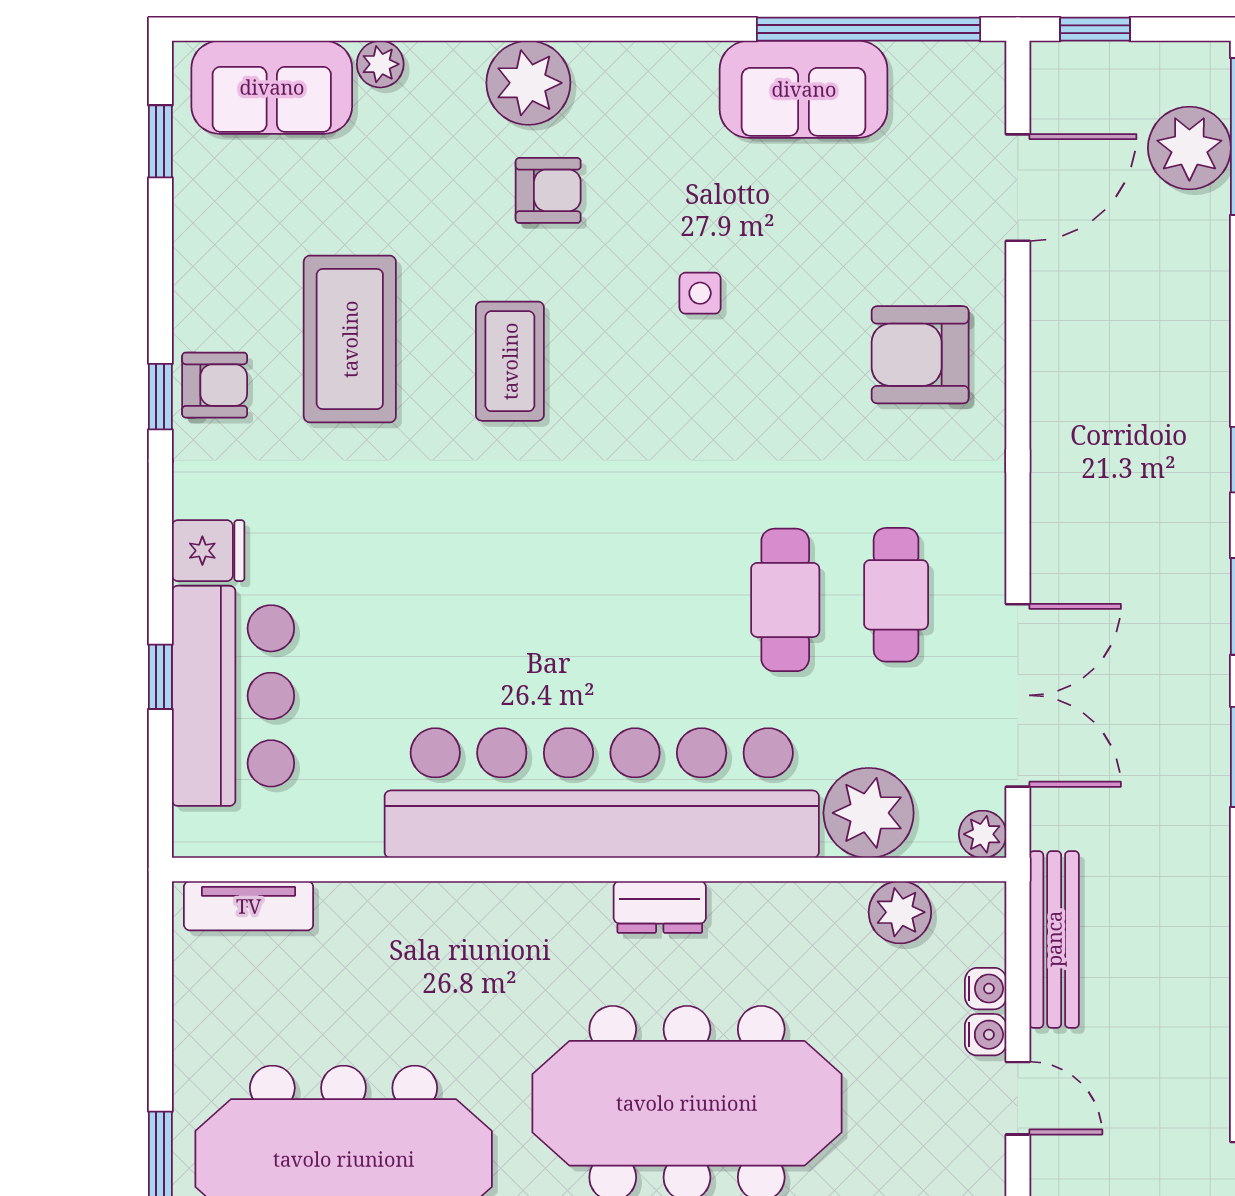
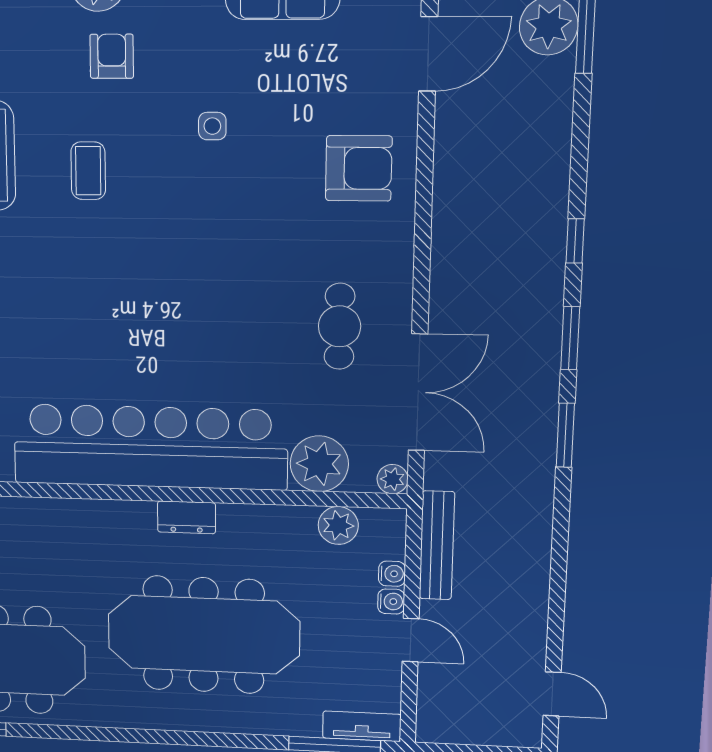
armchair: (548, 190) -> (112, 56), turned -90
armchair: (920, 355) -> (359, 168), turned 180
coffee table: (510, 361) -> (88, 171), width x0.73, depth x0.77
cafe table: (785, 600) -> (267, 328), removed

